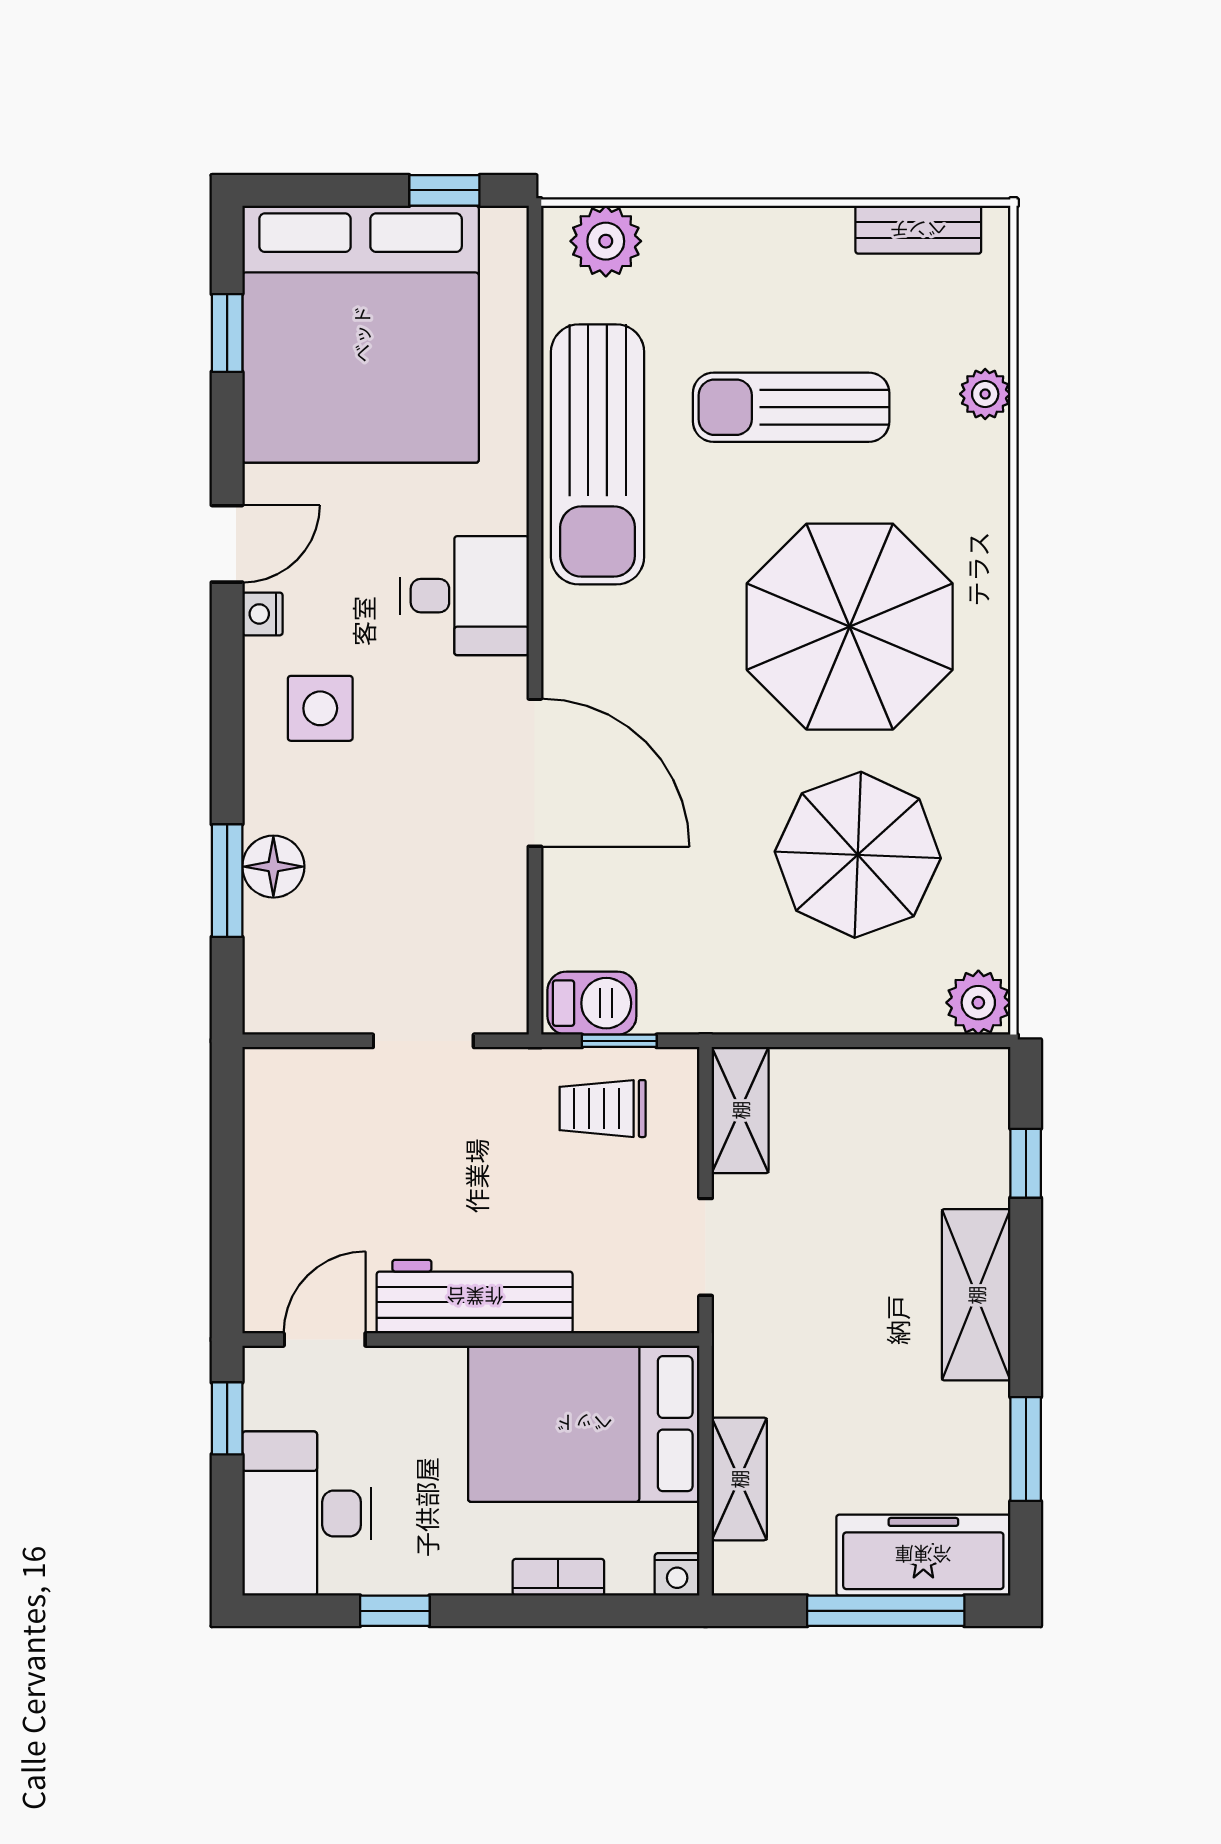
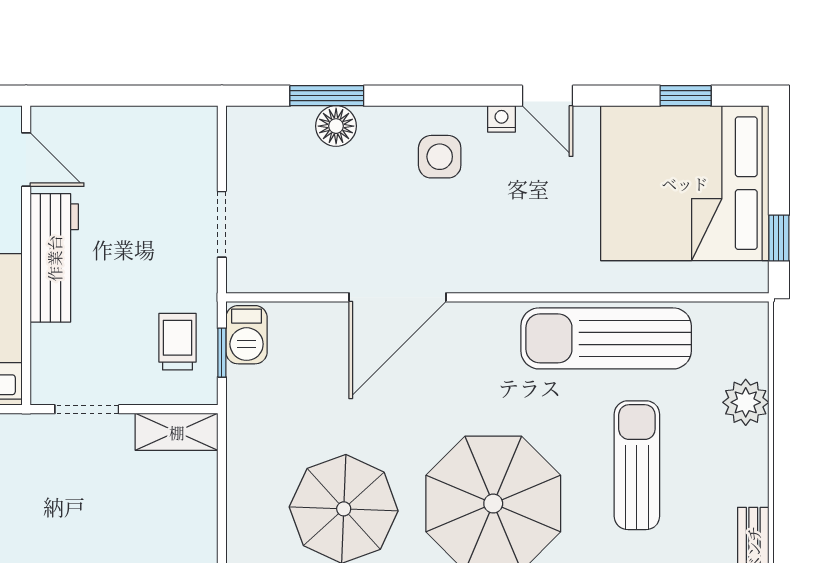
plant: (606, 241) -> (746, 402), moved
desk: (465, 596) -> (513, 251), removed

